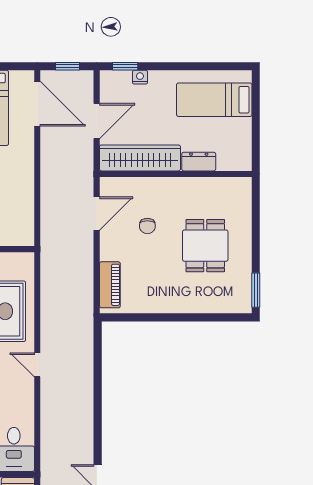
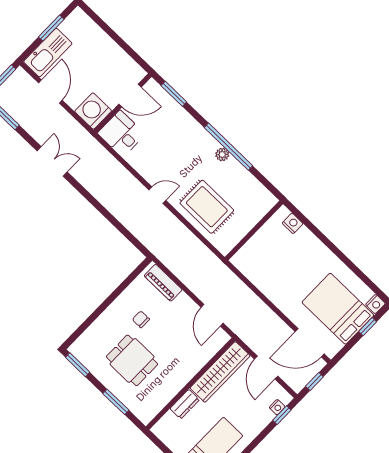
nightstand: (140, 77) -> (277, 407), moved
window: (256, 224) -> (116, 402), added
chair: (147, 226) -> (141, 319), moved

